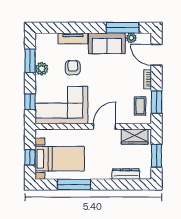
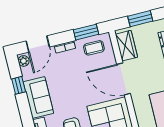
window: (123, 28) -> (19, 85), width x0.46
plant: (131, 38) -> (24, 61), moved
door: (105, 126) -> (124, 79), width x1.36

